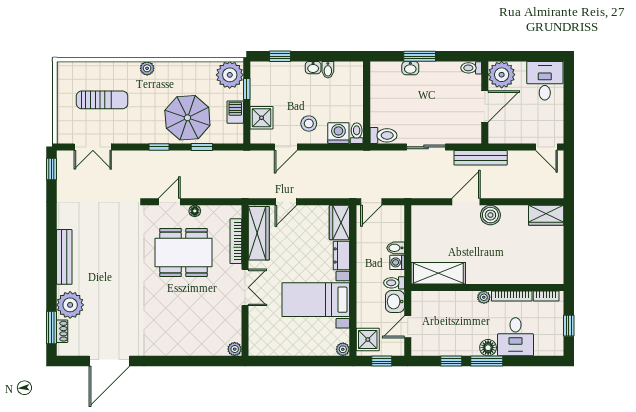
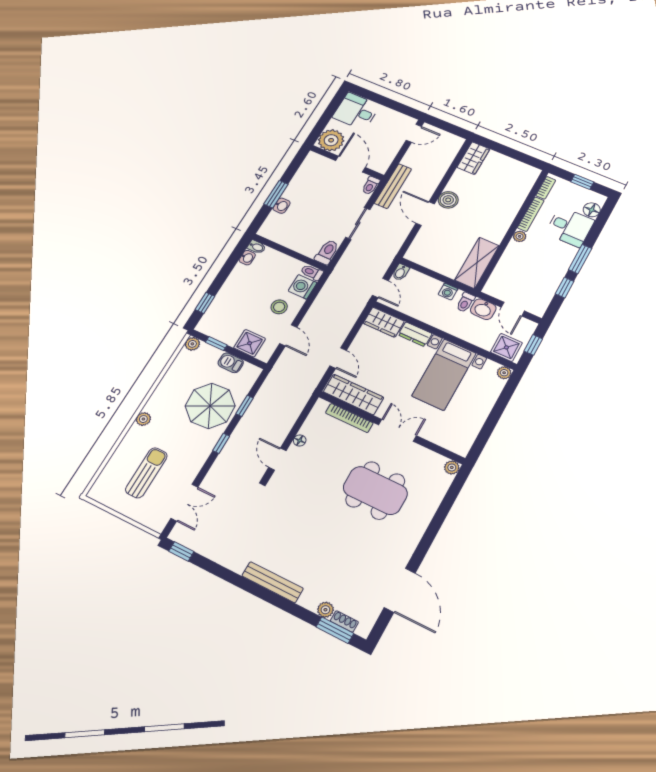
washbasin: (313, 68) -> (247, 258), moved
toilet: (471, 68) -> (371, 185), moved
bidet: (328, 70) -> (257, 247), moved
plant: (230, 75) -> (192, 344), width x0.53, depth x0.53
bidet: (396, 248) -> (401, 272), moved
dining table: (184, 253) -> (375, 490), moved, turned 90
plant: (70, 305) -> (325, 610), width x0.53, depth x0.53
floor lamp: (488, 348) -> (592, 210), moved

